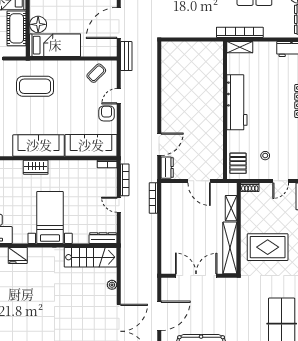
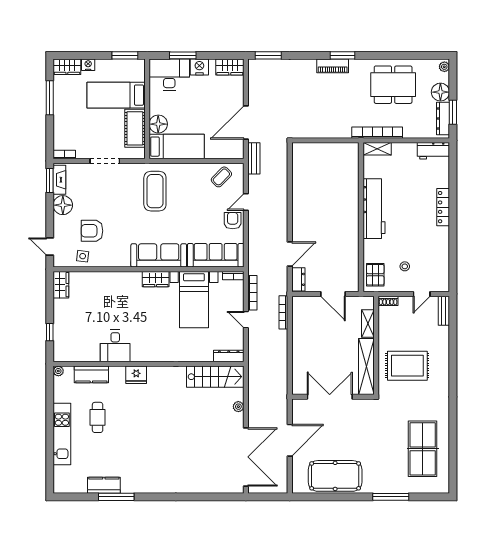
coffee table: (35, 86) -> (155, 191), turned 90
bed with nightstands: (50, 217) -> (194, 300), moved, turned 180

